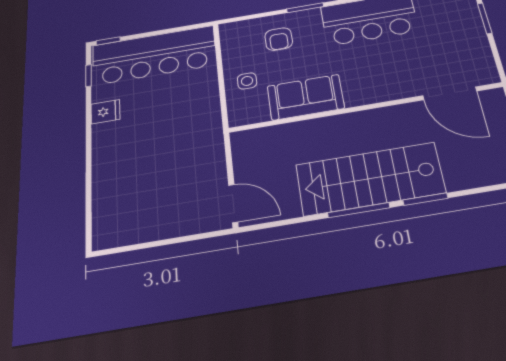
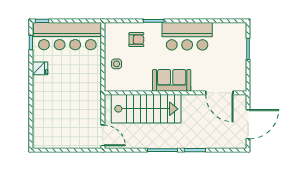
armchair: (279, 39) -> (136, 40), turned -90
sofa: (306, 97) -> (172, 80), moved
stairs: (370, 179) -> (146, 109), moved, turned 180

